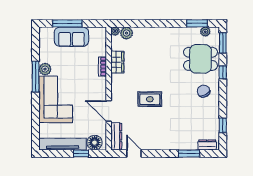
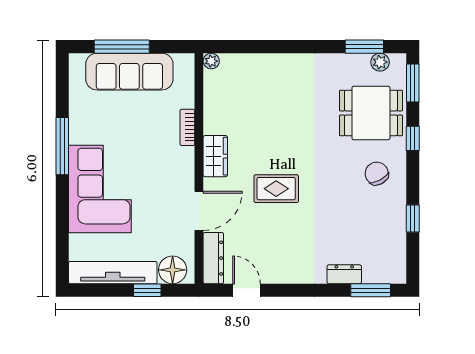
plant: (127, 33) -> (232, 65), removed
sofa: (71, 37) -> (129, 72), width x1.36
wardrobe: (117, 62) -> (215, 156), moved
plant: (45, 69) -> (80, 132), removed
door: (109, 111) -> (199, 211), swing flipped
window: (223, 125) -> (413, 218), moved
dresser: (207, 145) -> (344, 274), moved
window: (189, 154) -> (371, 290), moved

